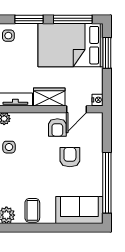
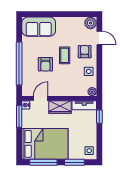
window: (107, 53) -> (19, 116), moved
armchair: (57, 127) -> (85, 52), moved
window: (107, 183) -> (19, 64), moved
coffee table: (32, 210) -> (65, 55), moved

